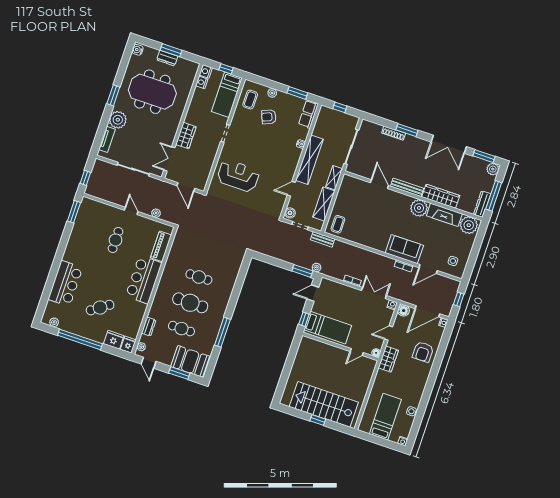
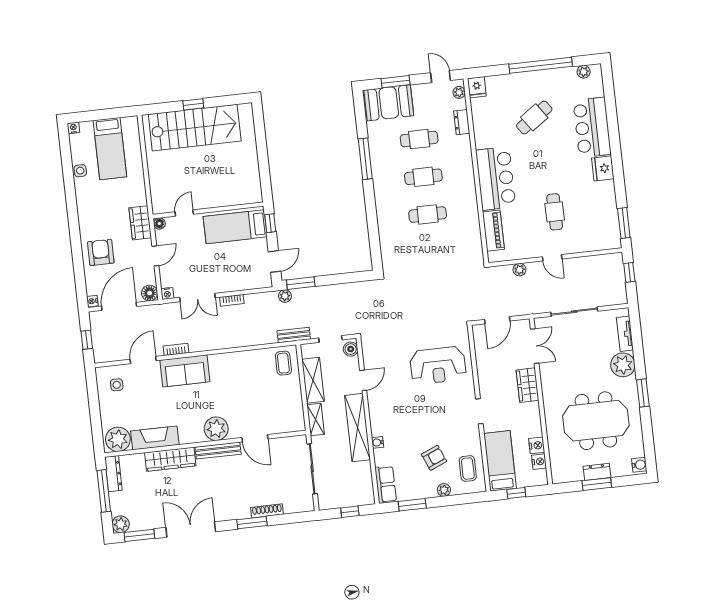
nightstand: (206, 71) -> (537, 445), moved
door: (186, 187) -> (497, 320), swing flipped
plant: (419, 208) -> (216, 429), moved
cafe table: (190, 303) -> (423, 177), width x0.73, depth x0.74
fridge: (114, 340) -> (603, 168), moved, turned 90

